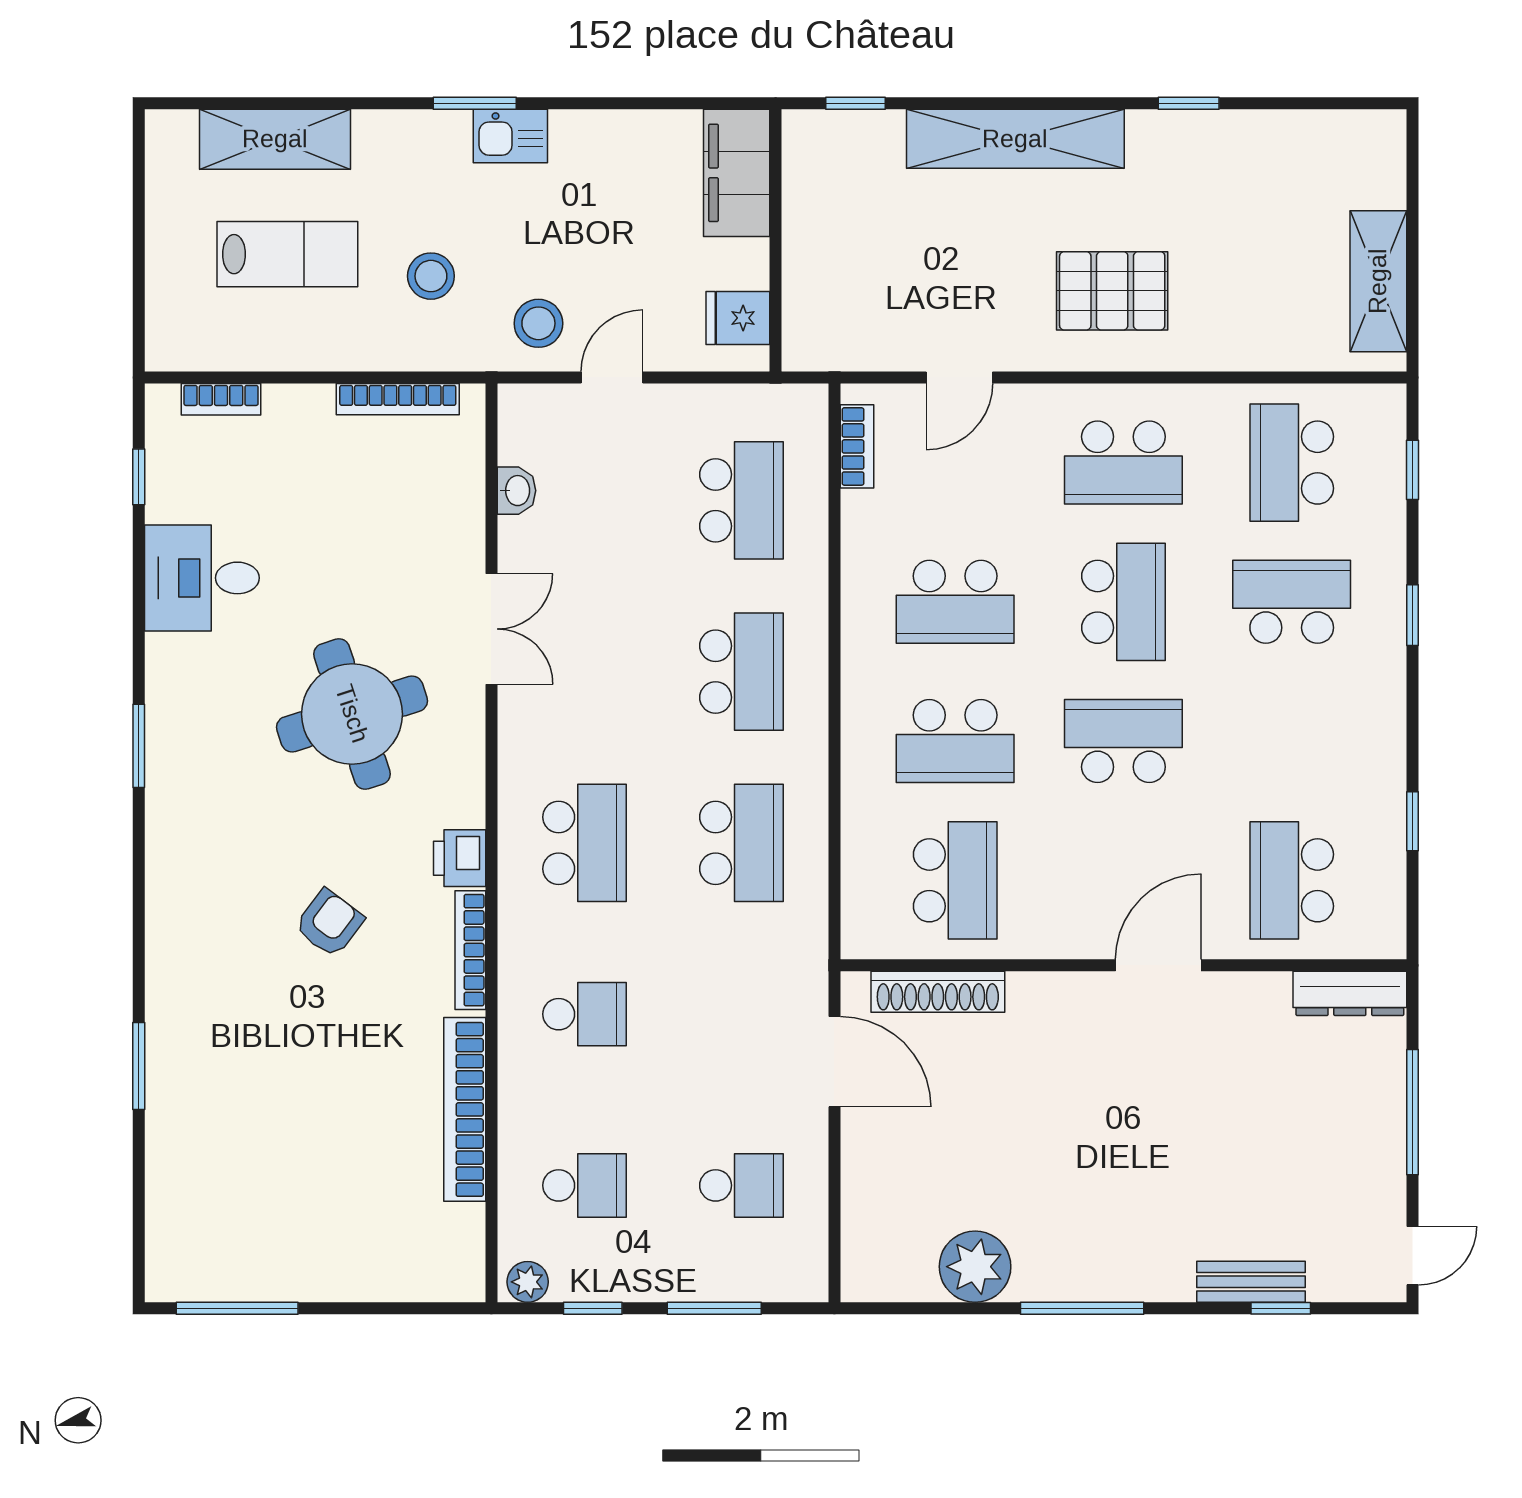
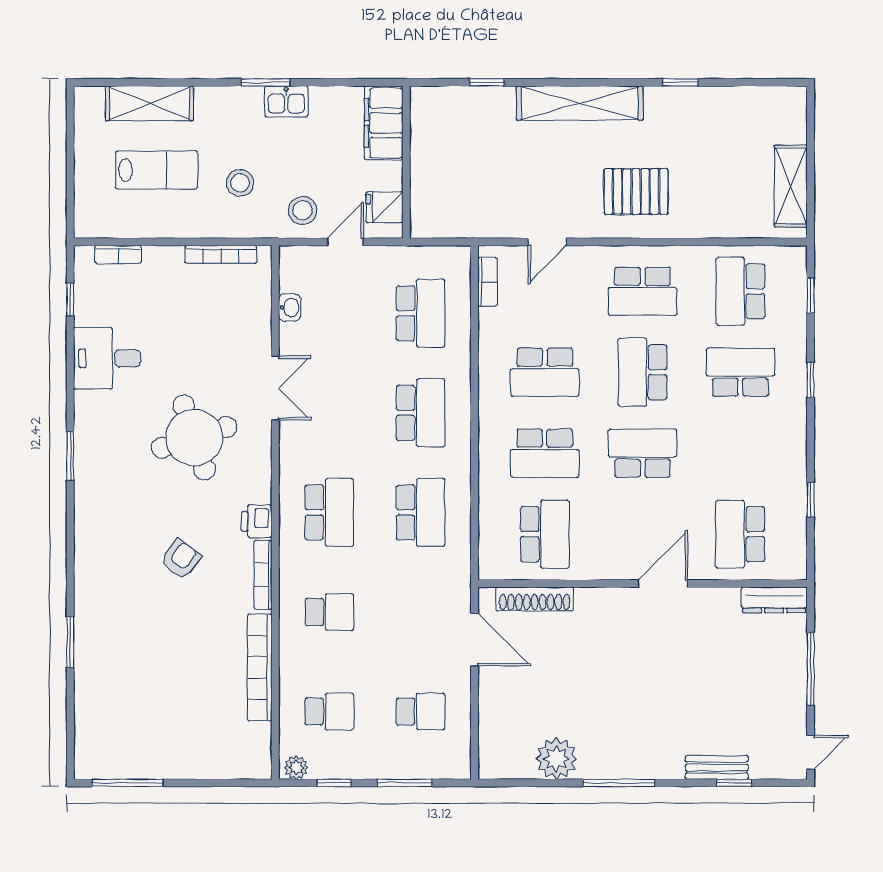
filing cabinet: (737, 173) -> (384, 123), moved
wall: (776, 240) -> (406, 162), moved
fridge: (738, 318) -> (384, 207), moved
school desk: (1123, 602) -> (643, 372), turned 180

